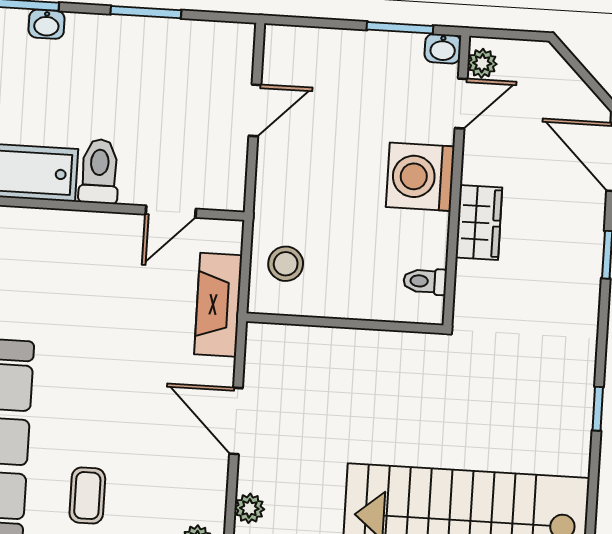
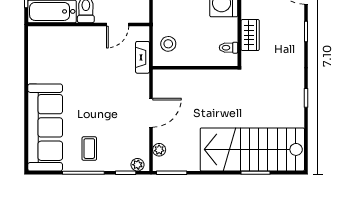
wardrobe: (479, 223) -> (250, 35), moved
fireplace: (218, 305) -> (143, 57), width x0.73, depth x0.76
door: (236, 421) -> (151, 113), swing flipped

